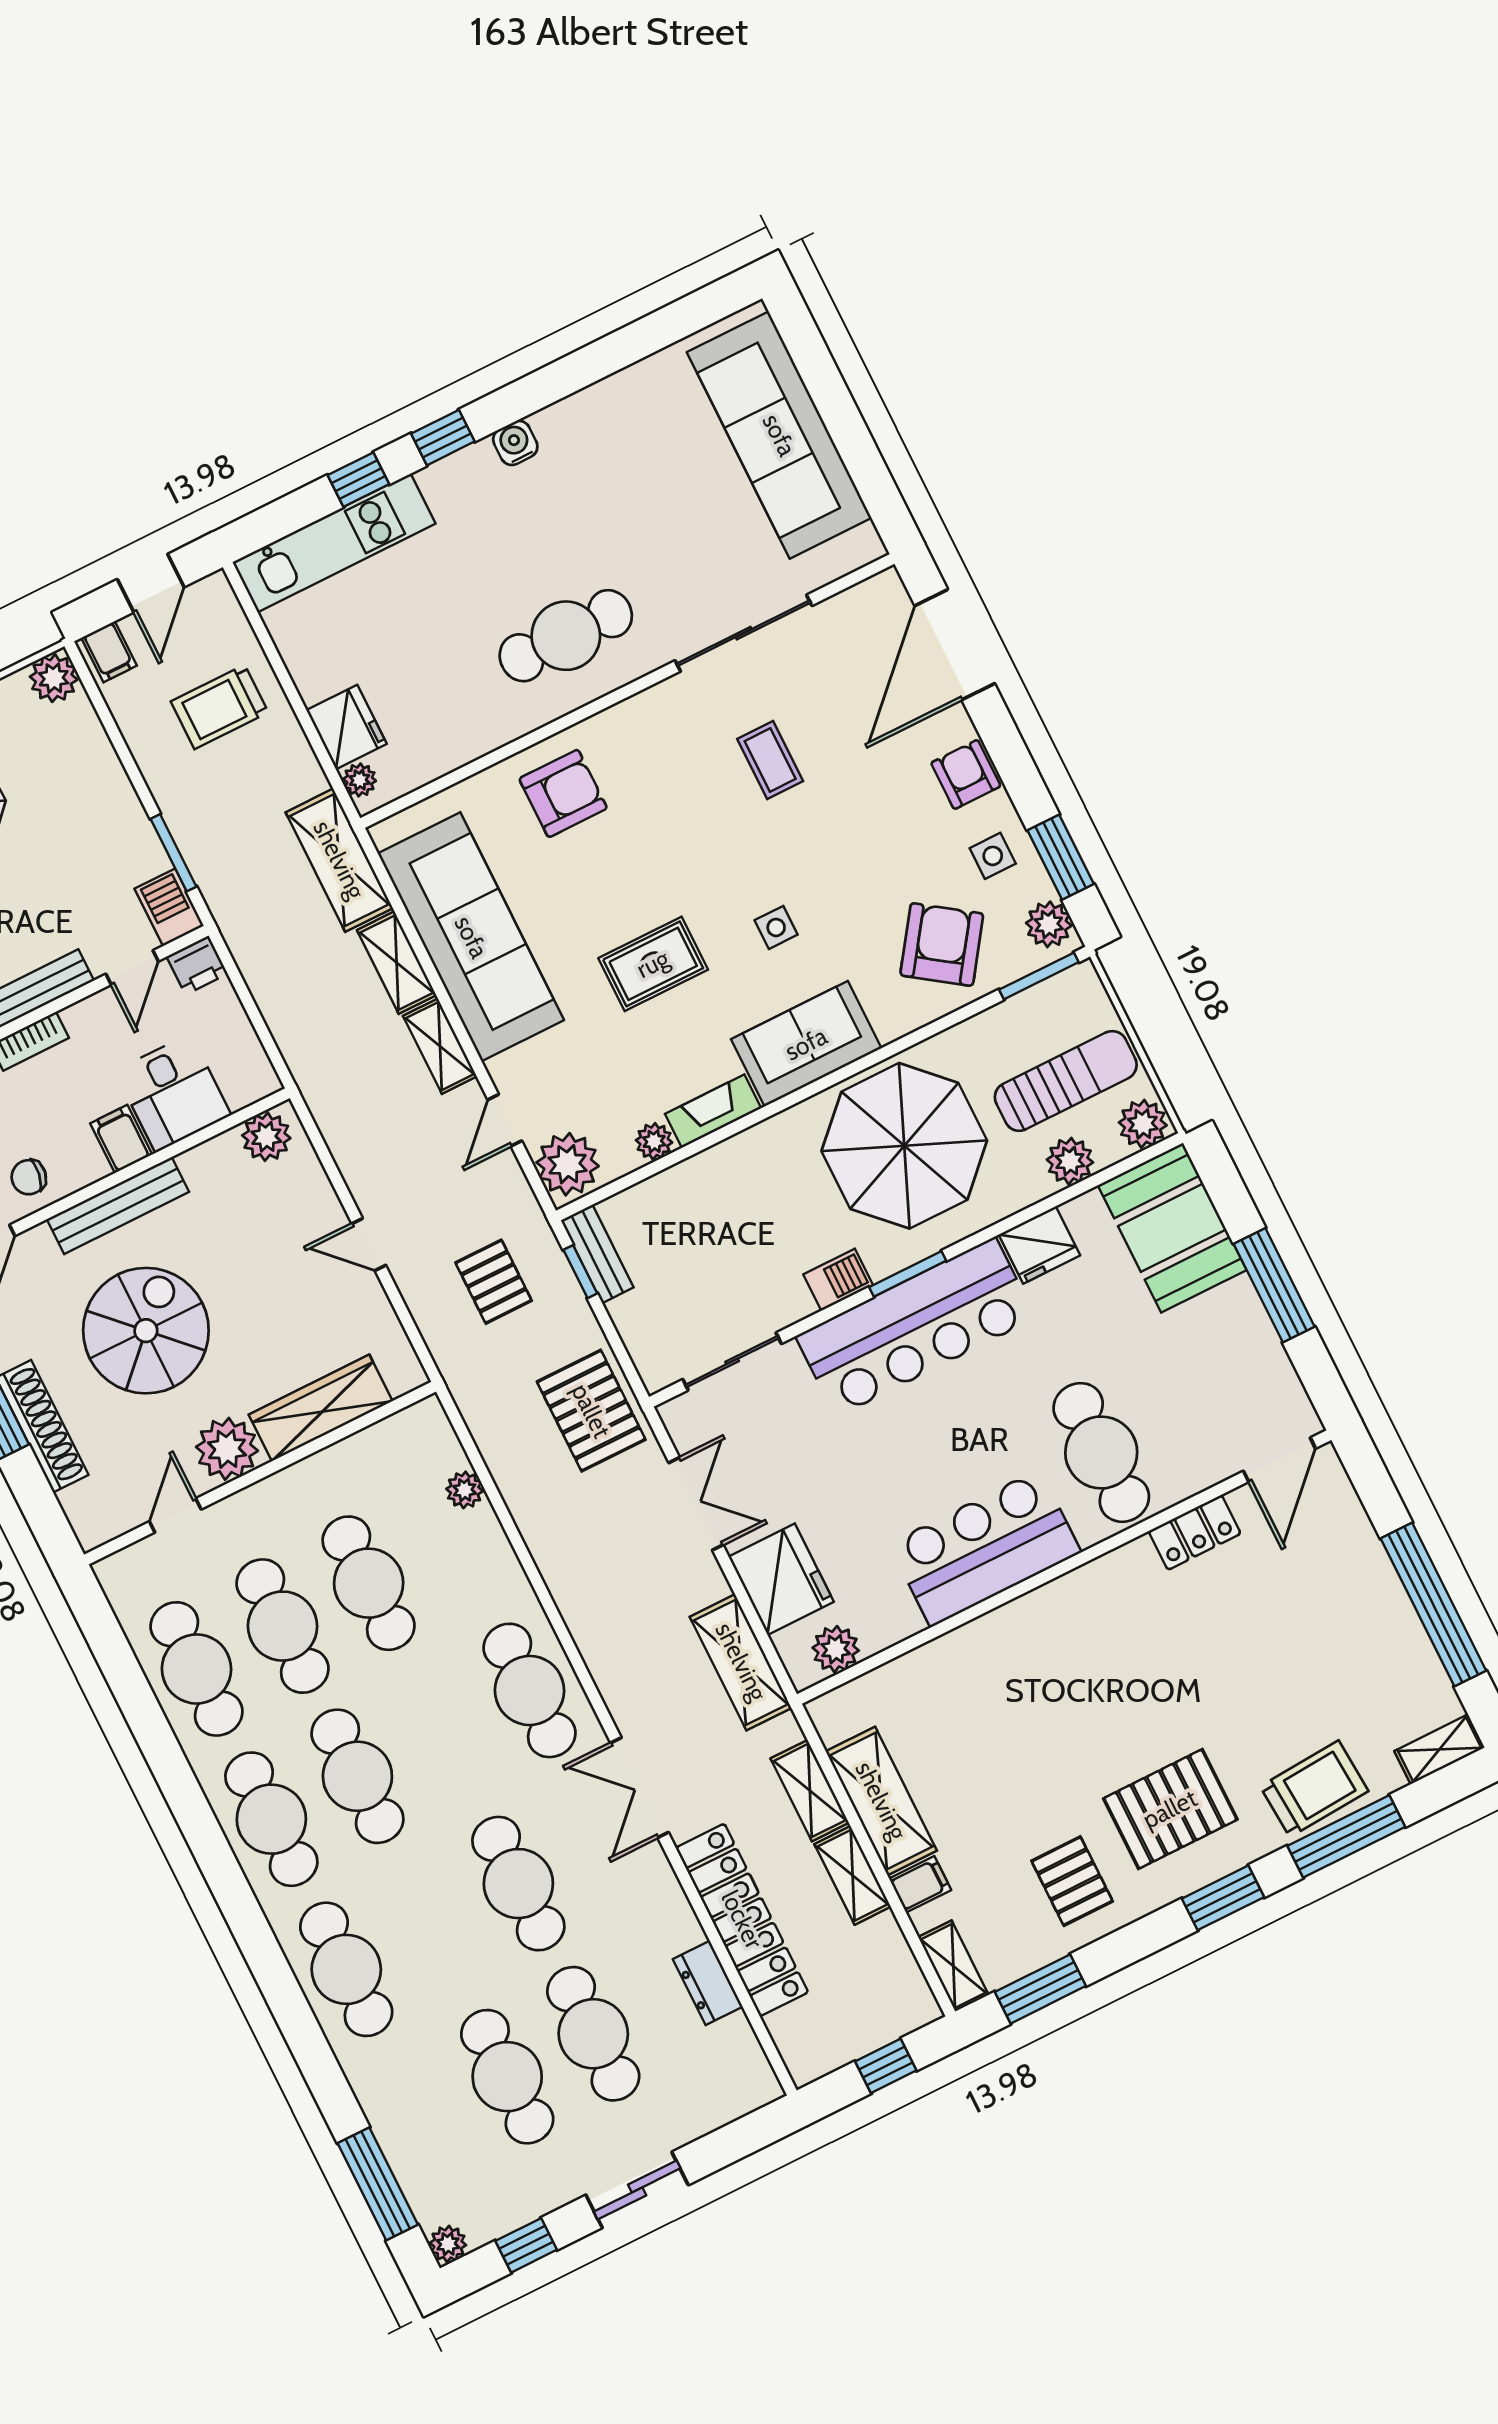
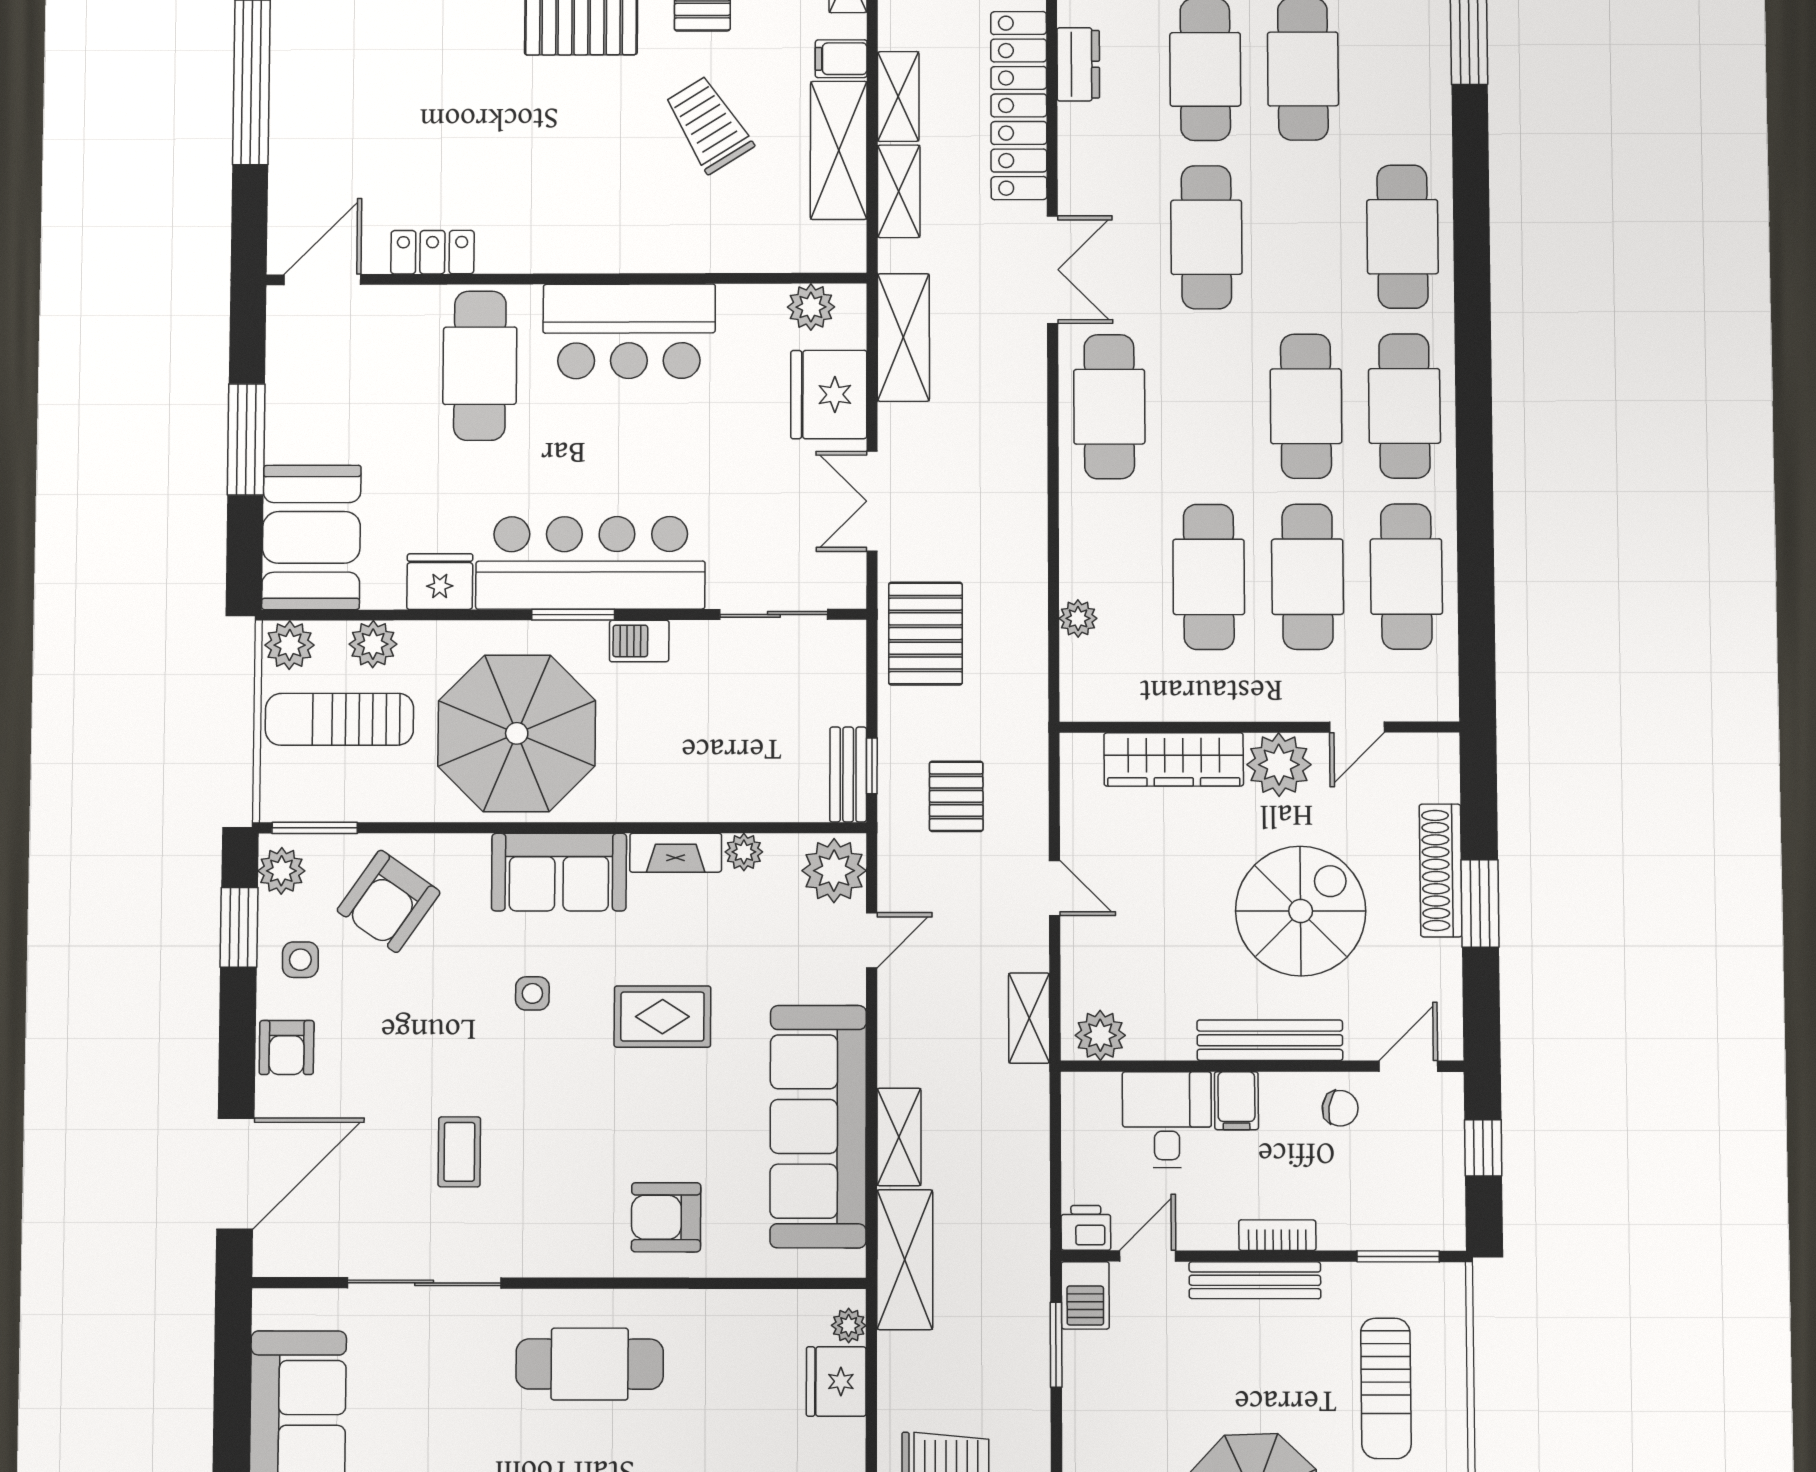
shelving: (440, 1046) -> (1029, 1018), moved
spiral stairs: (146, 1331) -> (1301, 911), turned 180
trolley: (1008, 1767) -> (709, 125), added

